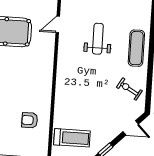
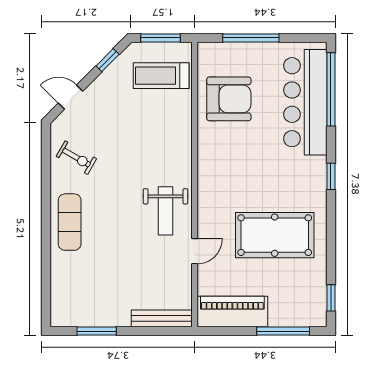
weight bench: (98, 39) -> (165, 211), moved
armchair: (30, 120) -> (229, 99), width x1.88, depth x1.88

